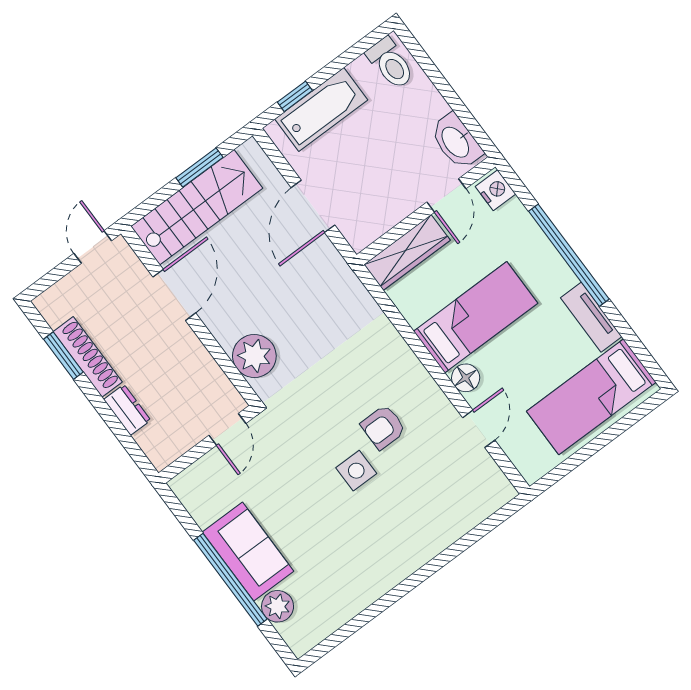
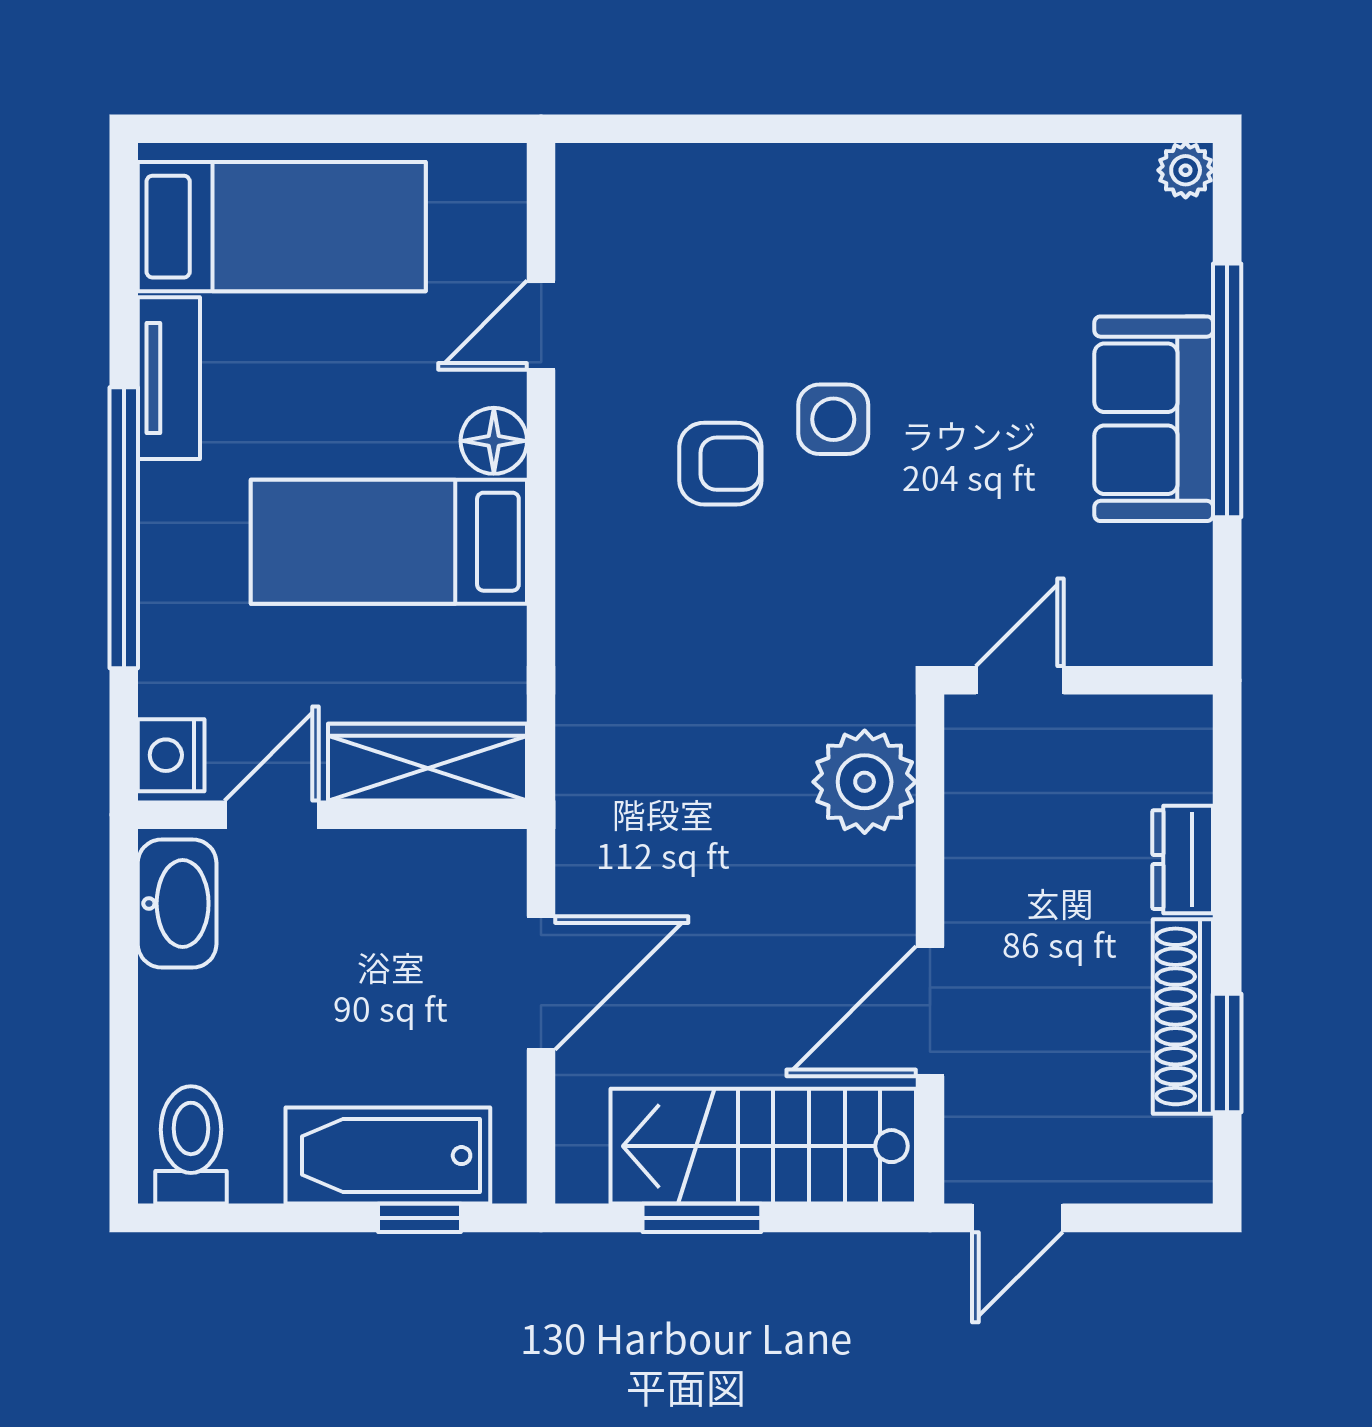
plant: (278, 606) -> (1186, 170), moved, width x0.73, depth x0.73

